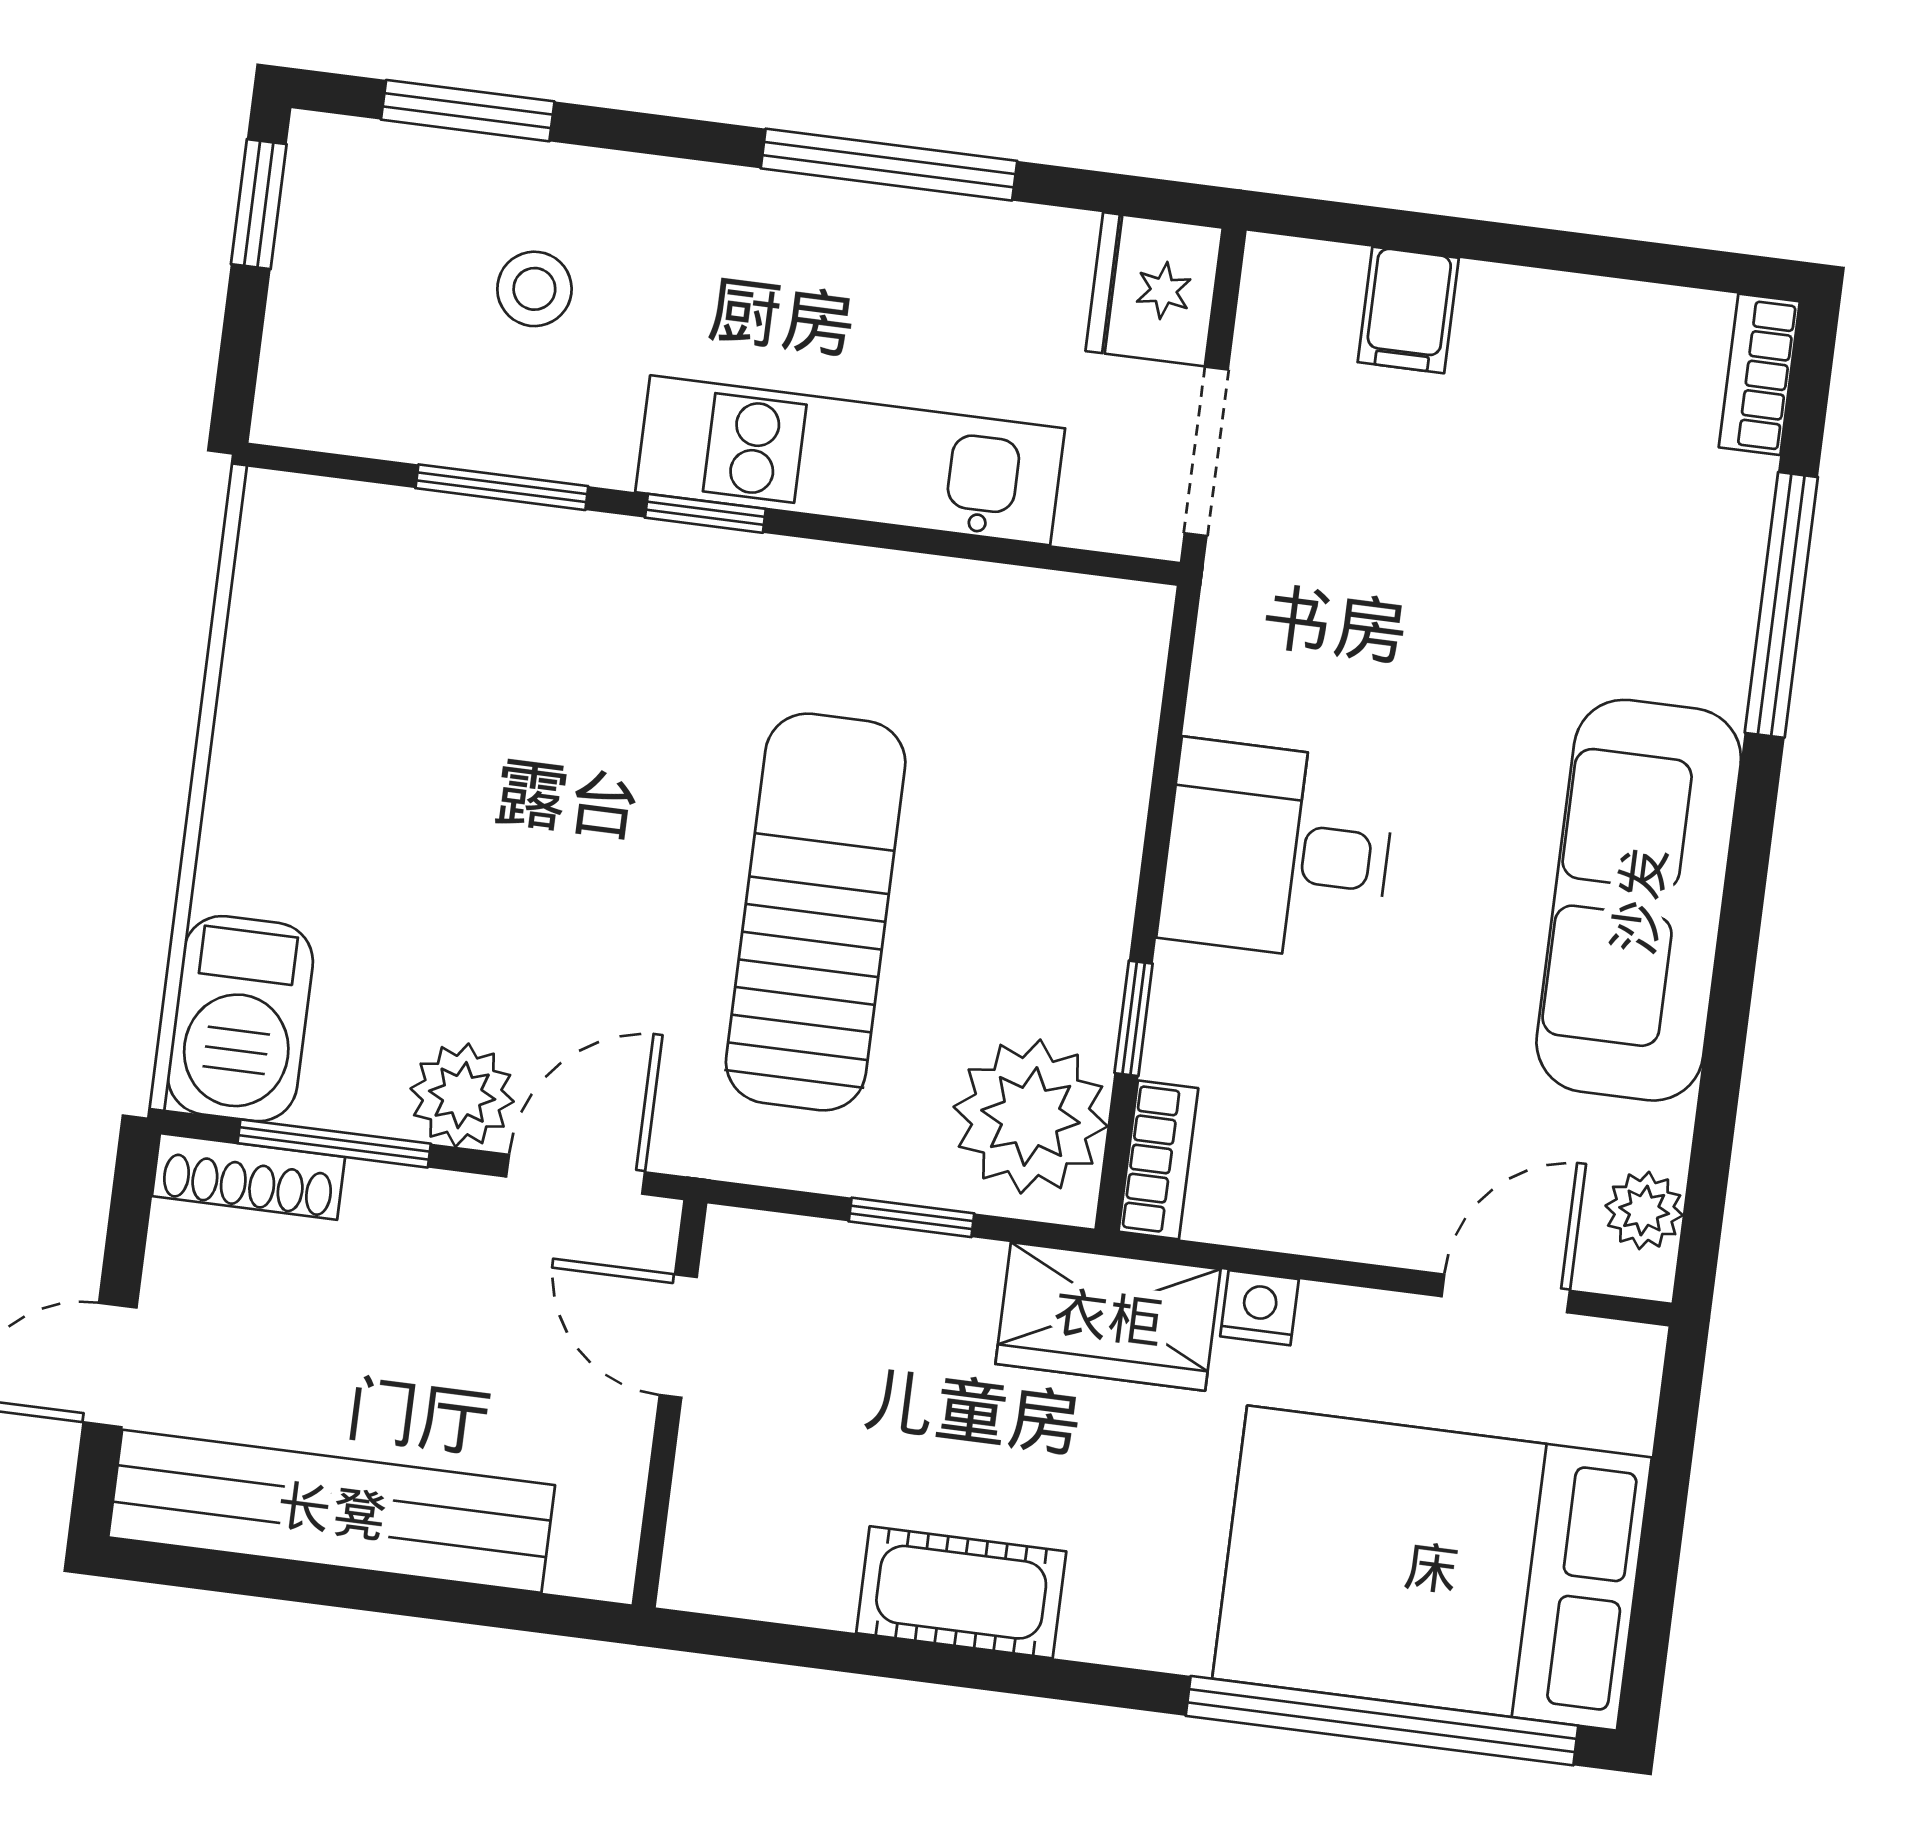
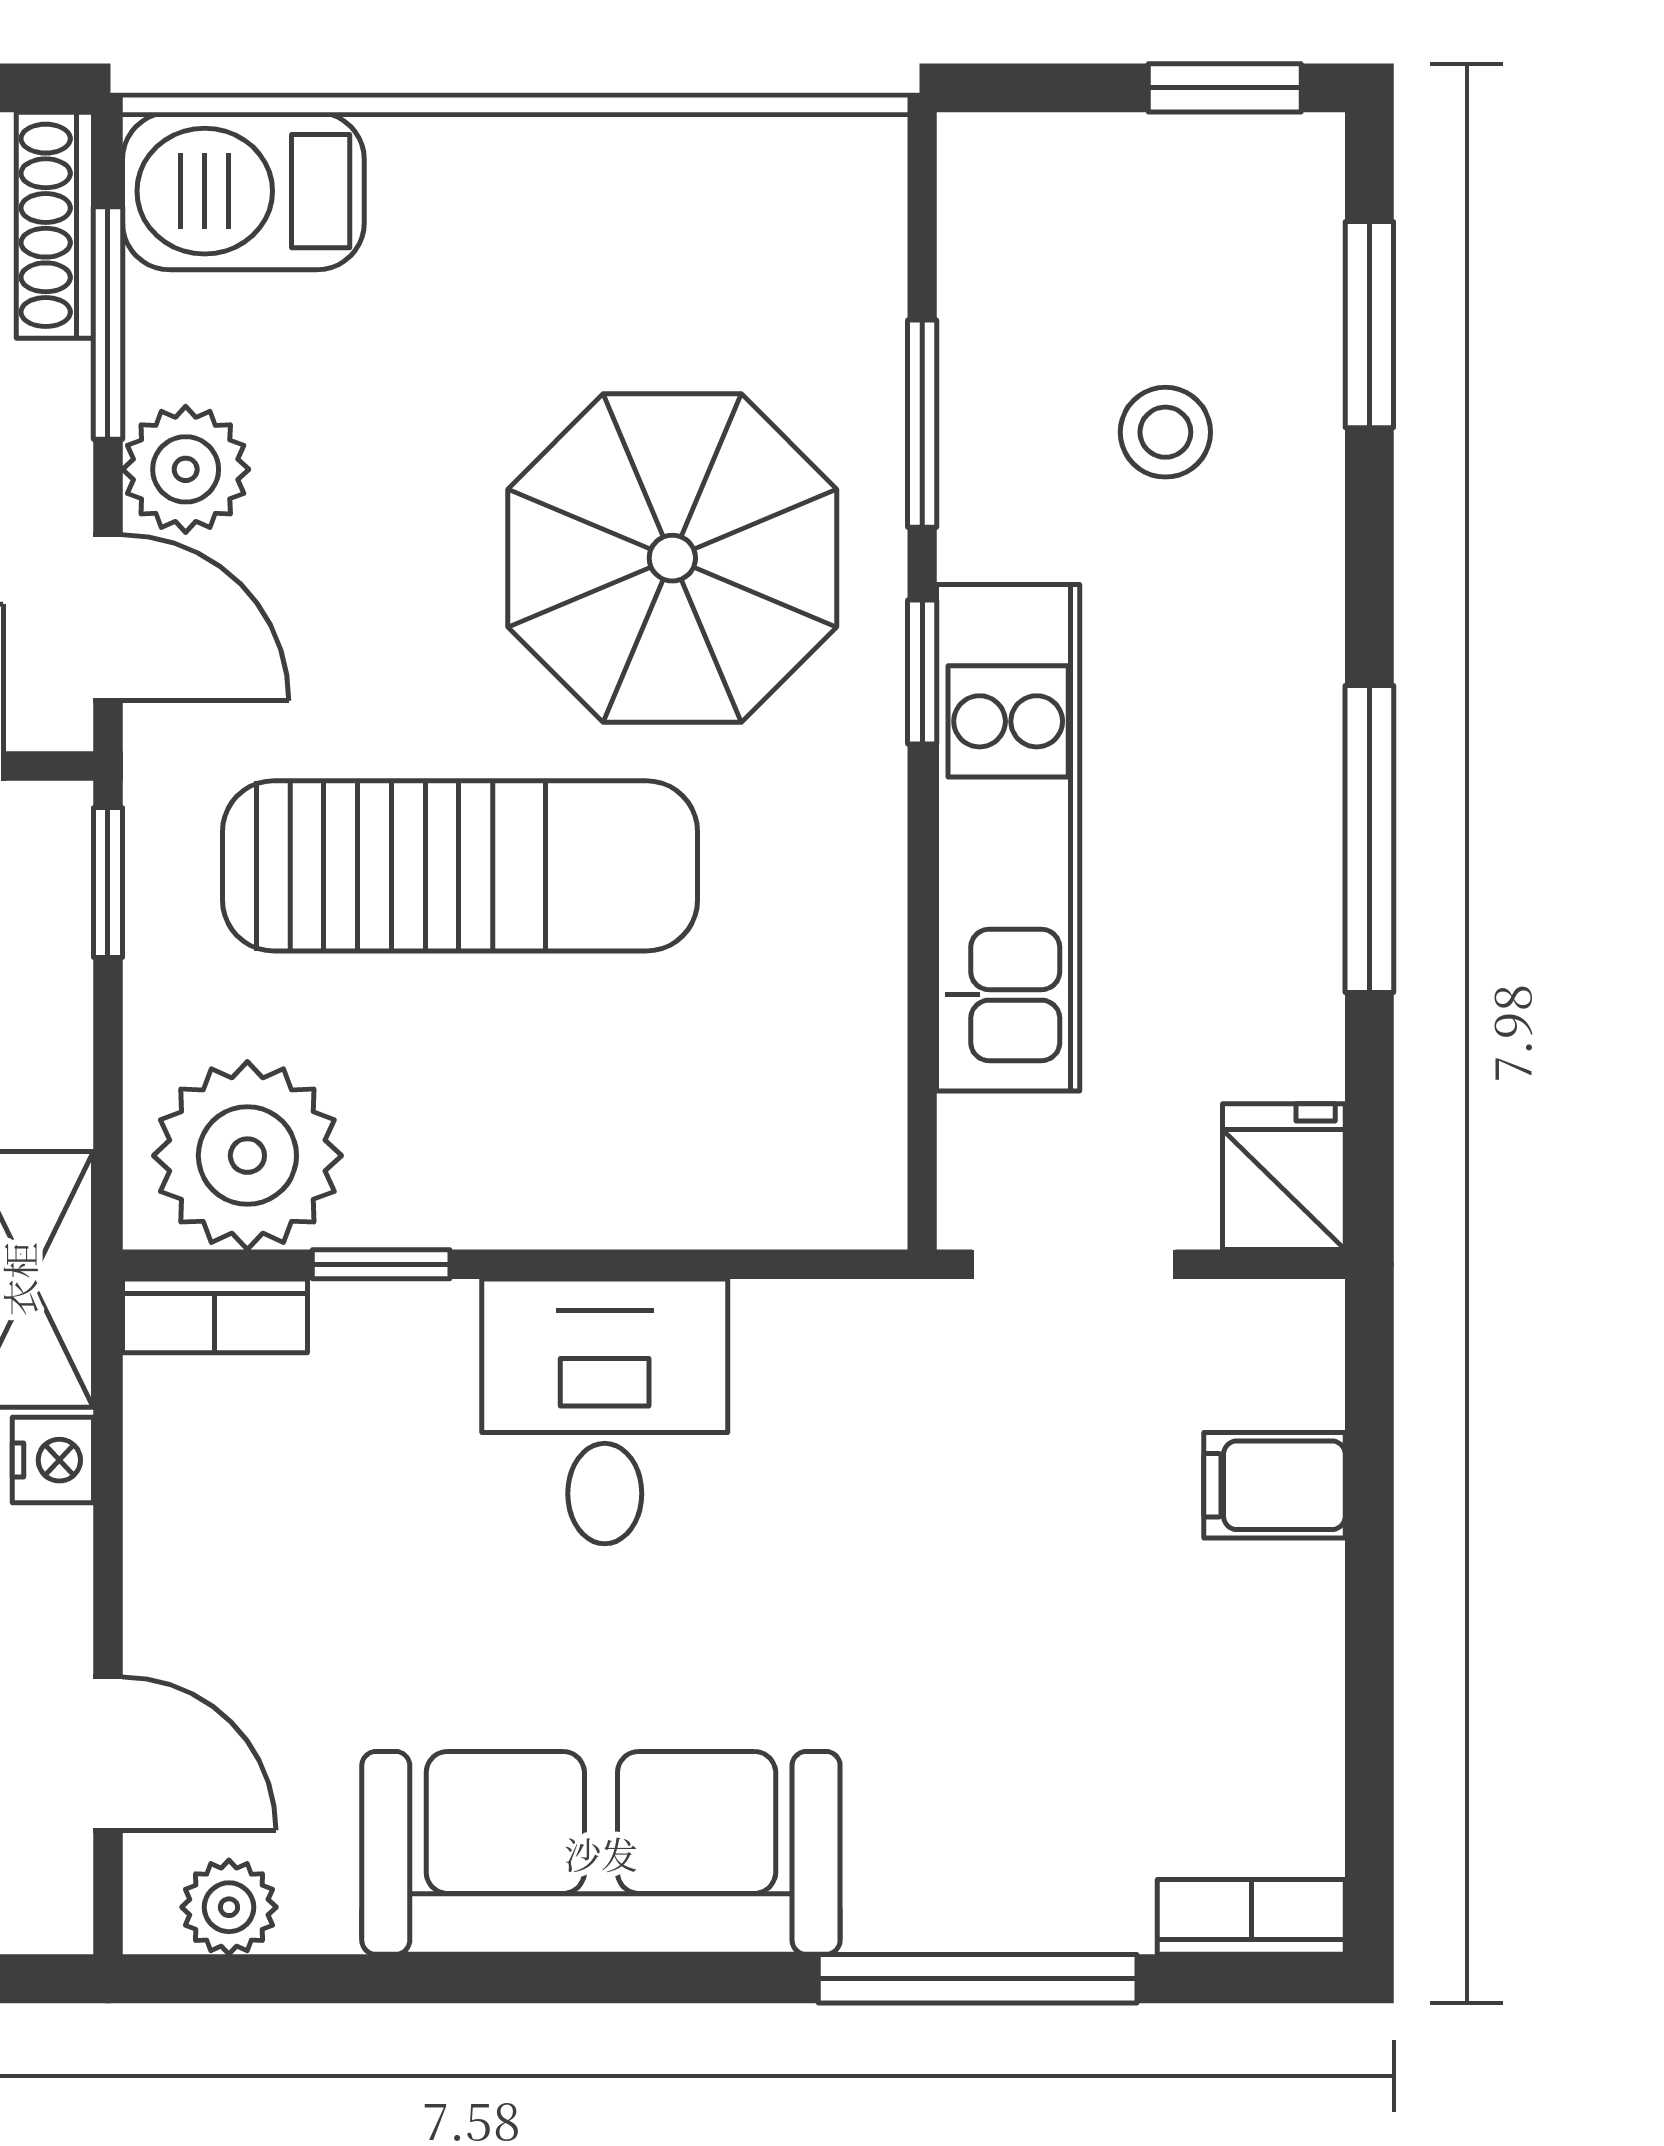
fridge: (1154, 289) -> (1284, 1177), width x0.72
parasol: (586, 706) -> (672, 558), added
window: (911, 1217) -> (108, 882), moved

